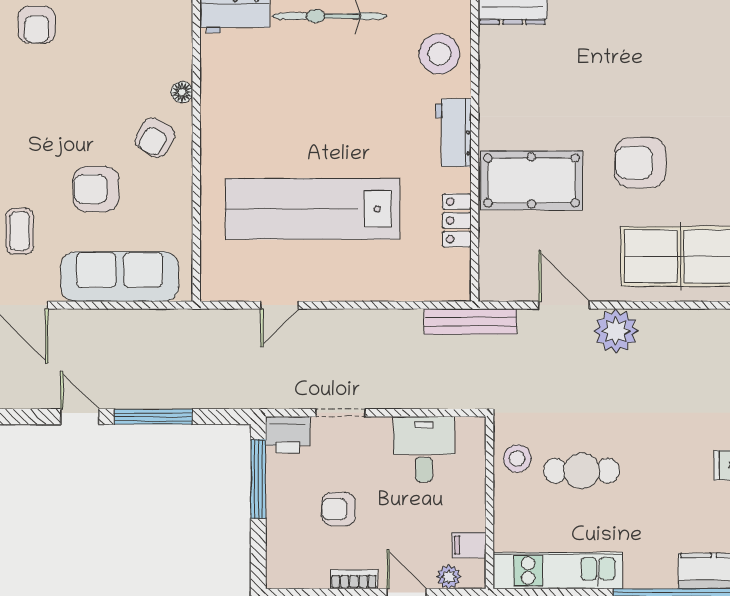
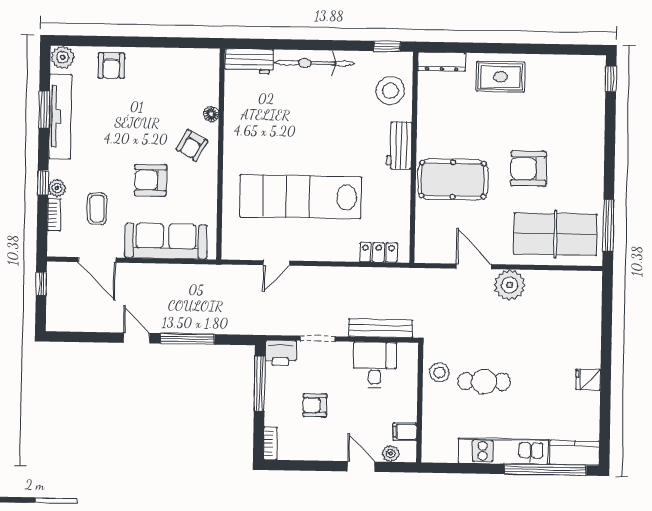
rug: (598, 31) -> (500, 77), added
locker: (457, 220) -> (378, 252), moved, turned 90
bench: (470, 322) -> (381, 328), moved
kitchen unit: (558, 571) -> (503, 451), moved
bookcase: (354, 579) -> (270, 443), moved, turned 90

